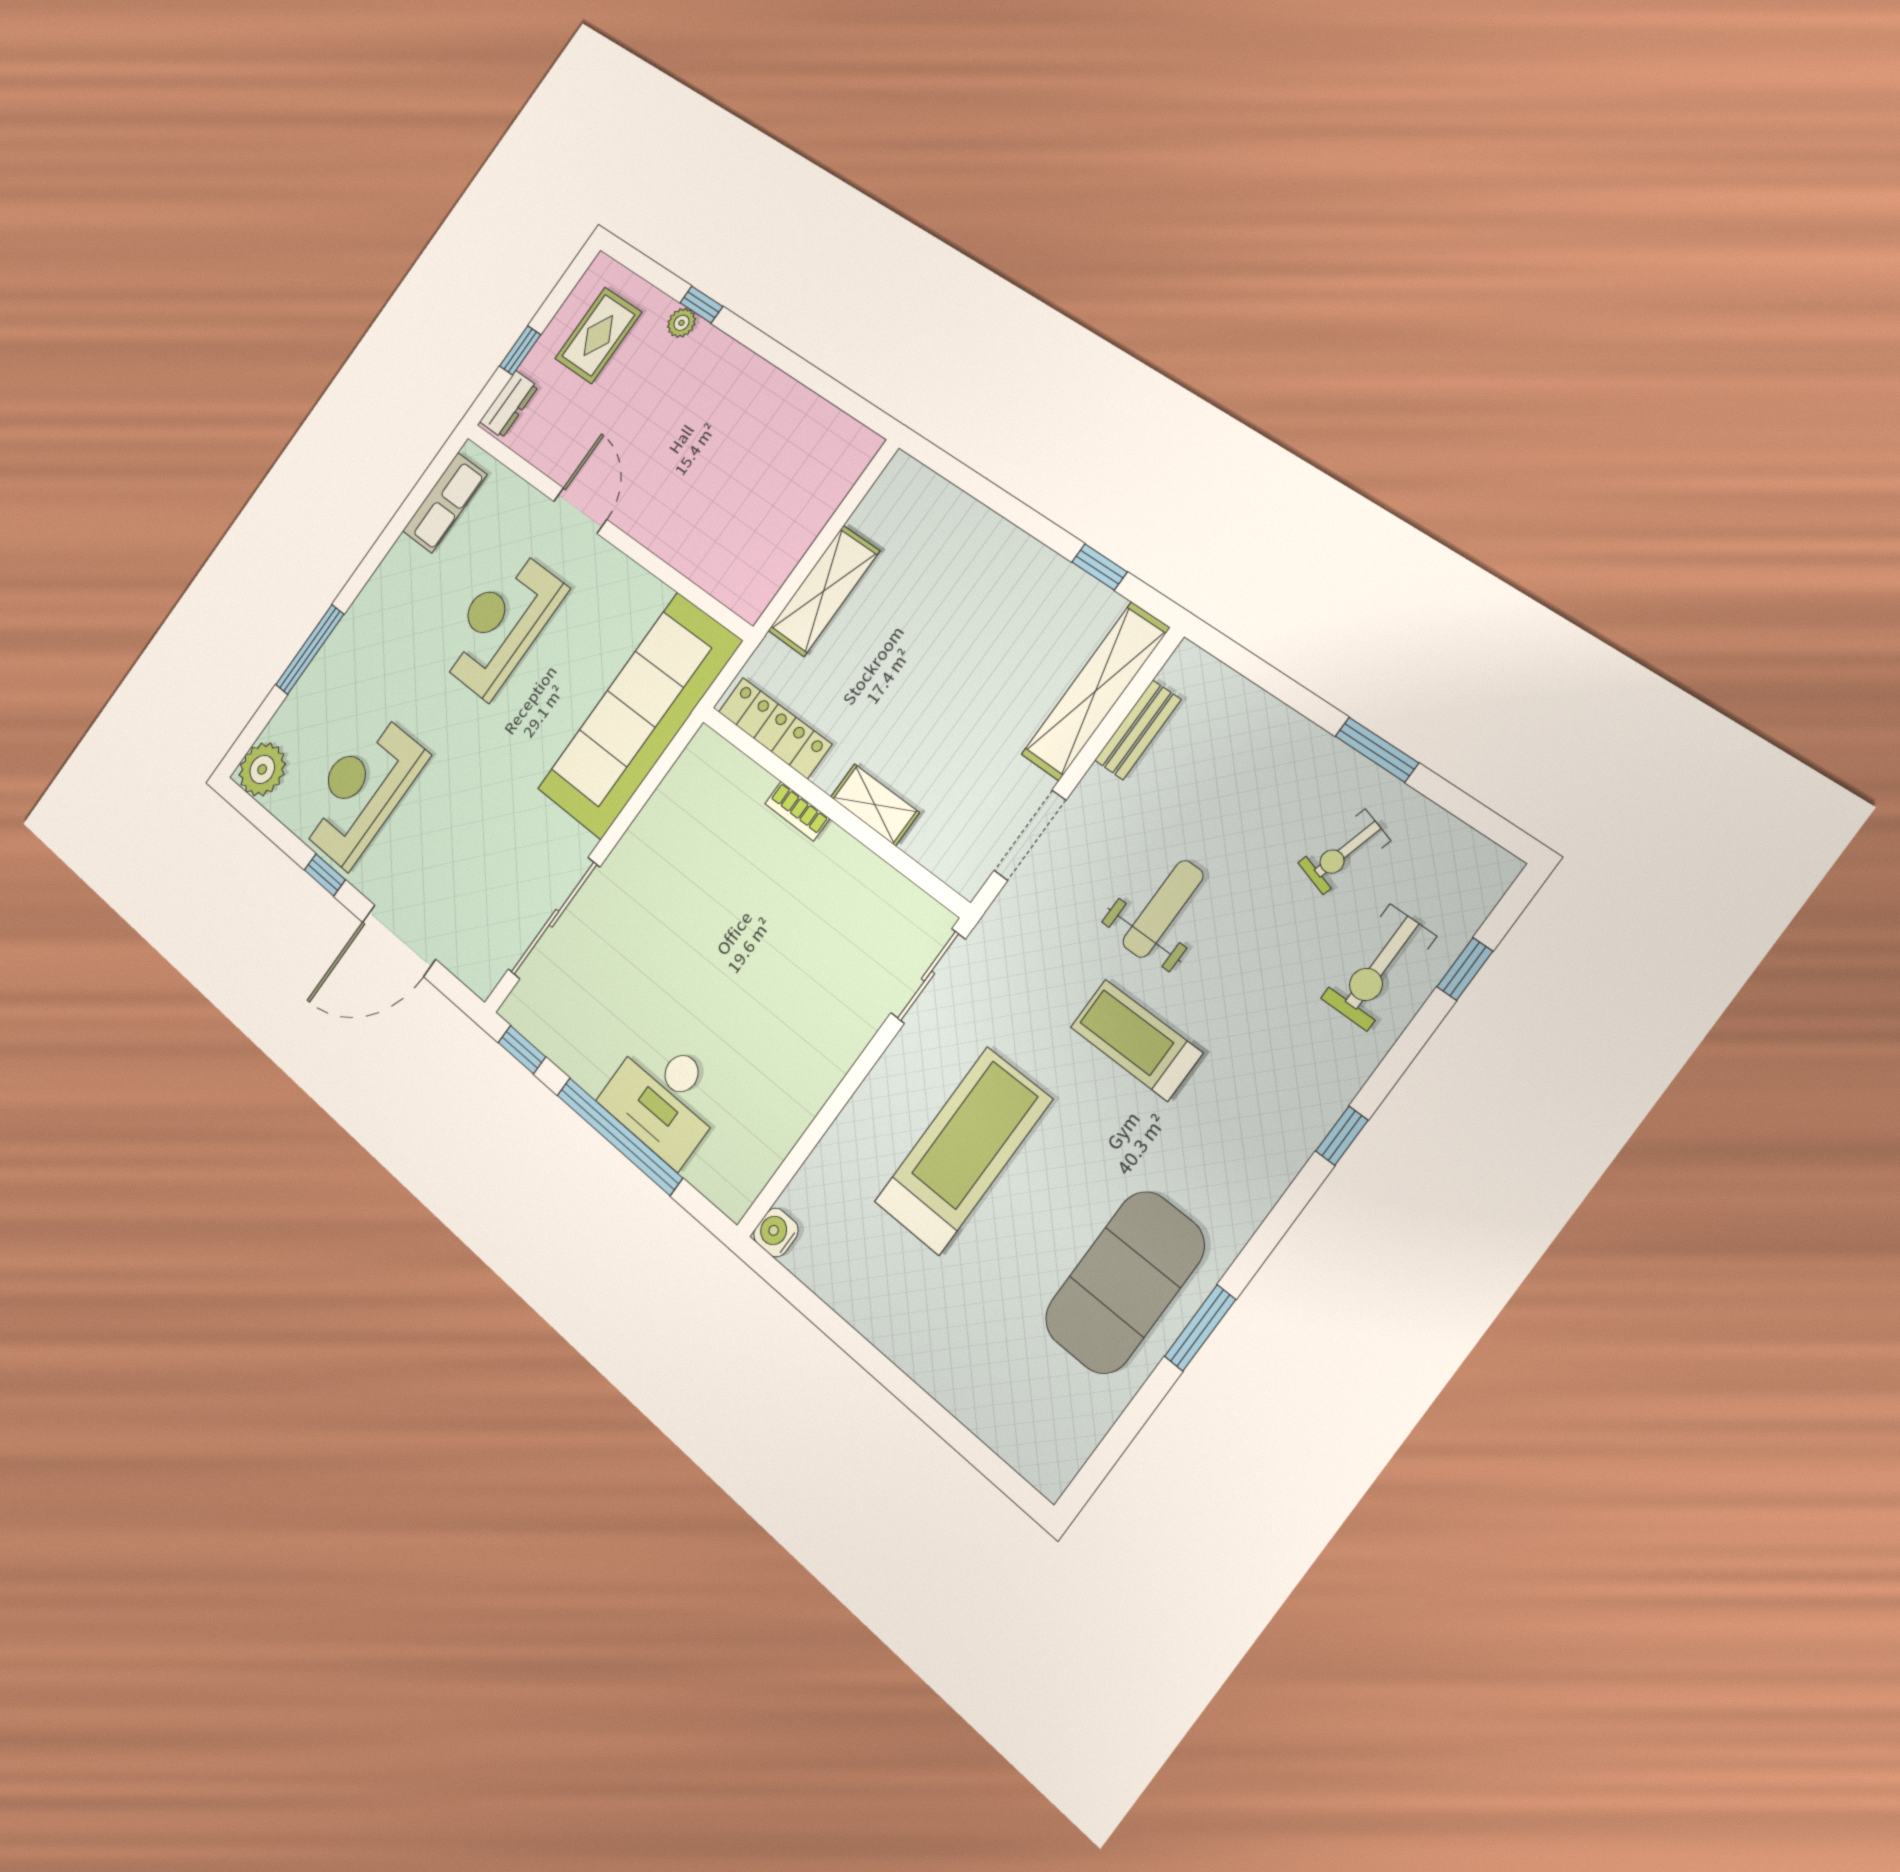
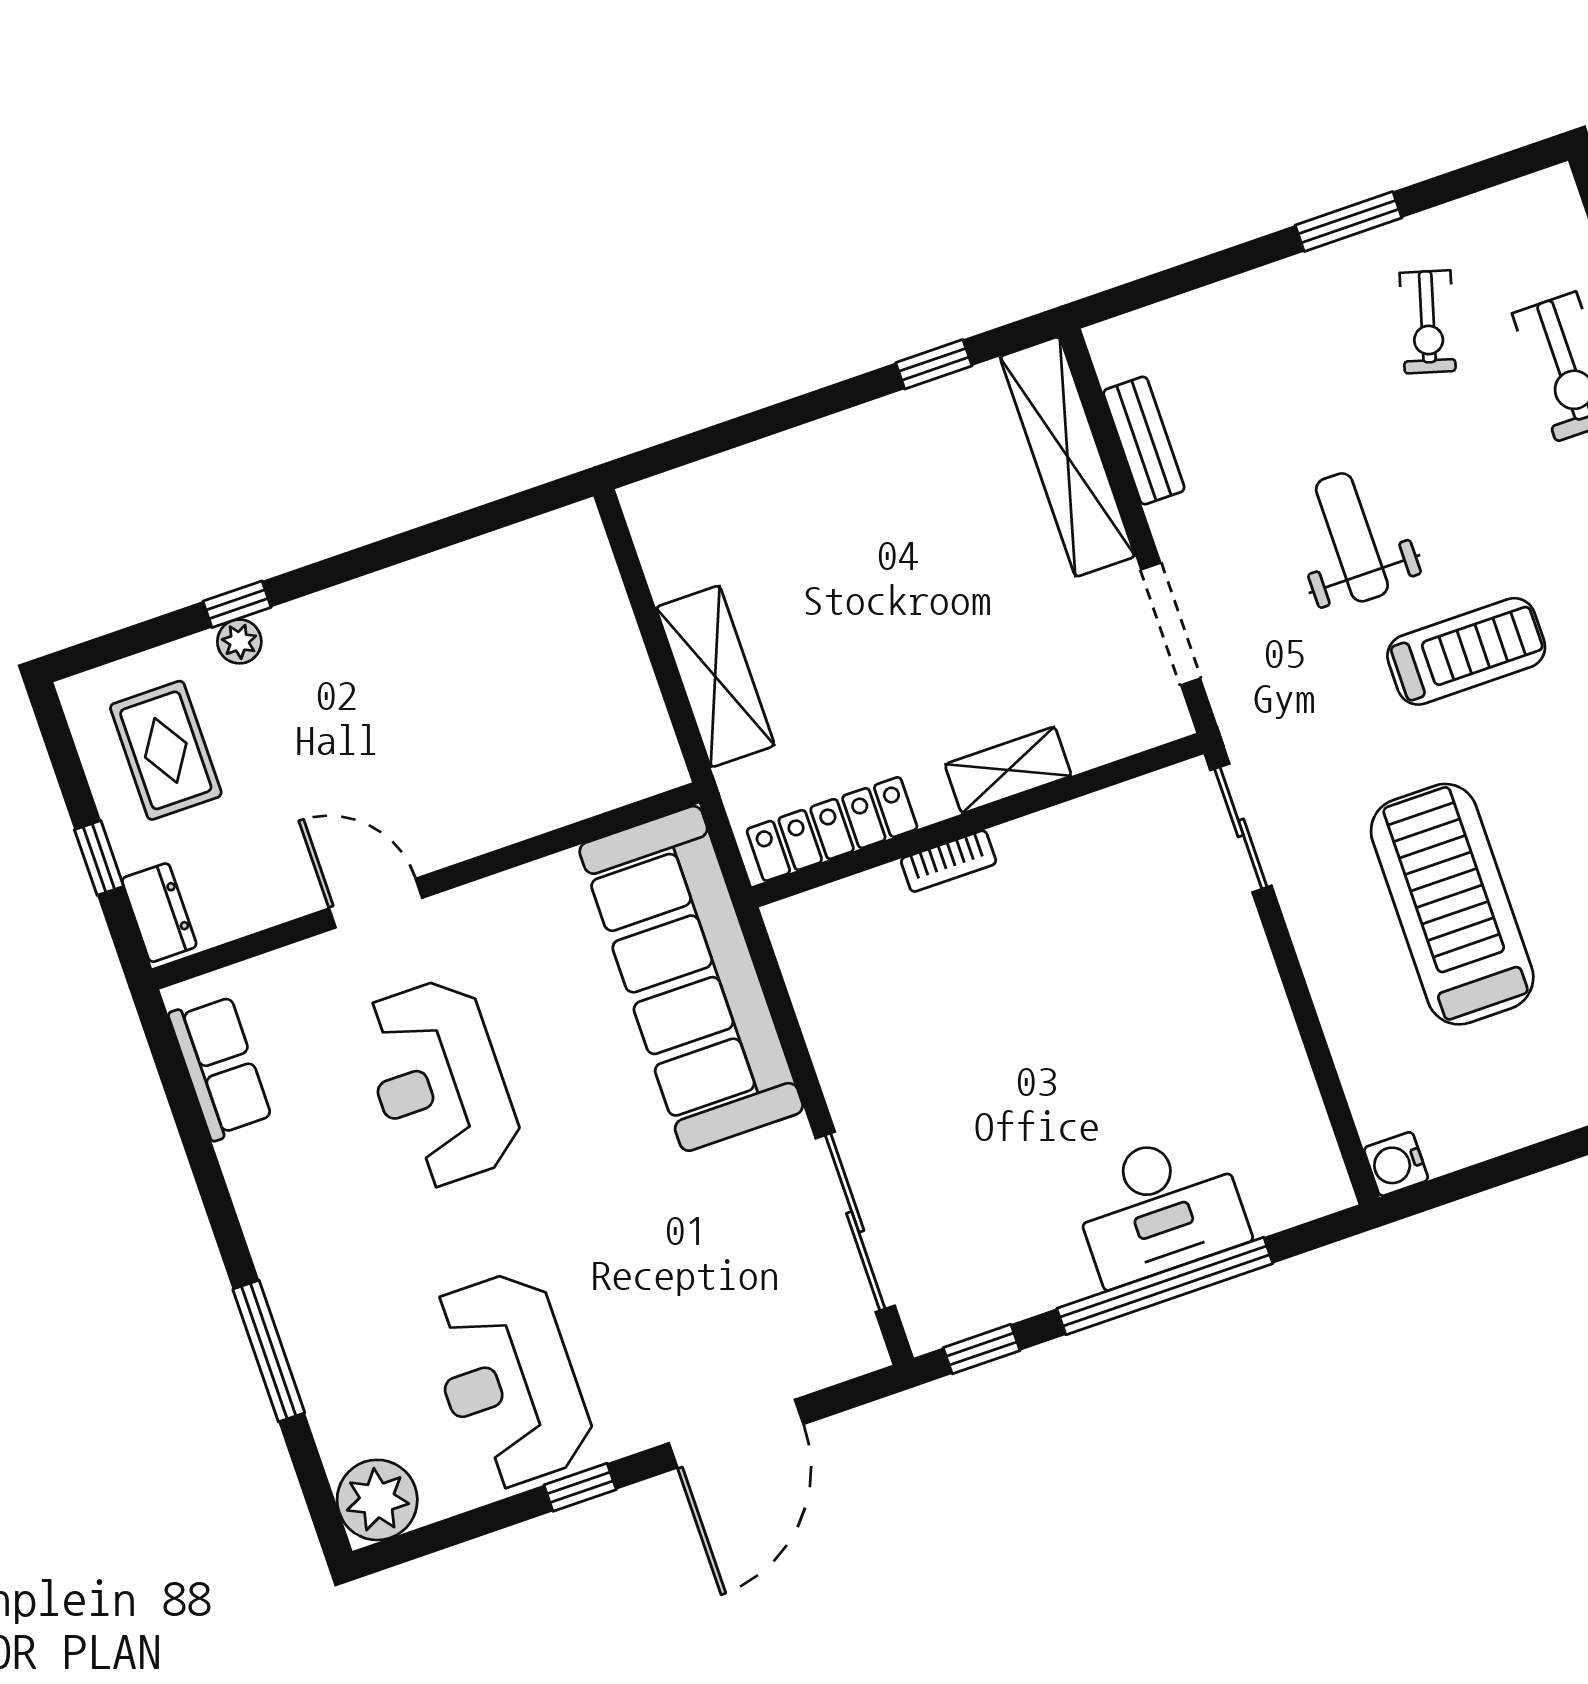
treadmill: (1136, 1040) -> (1466, 651), turned 180

